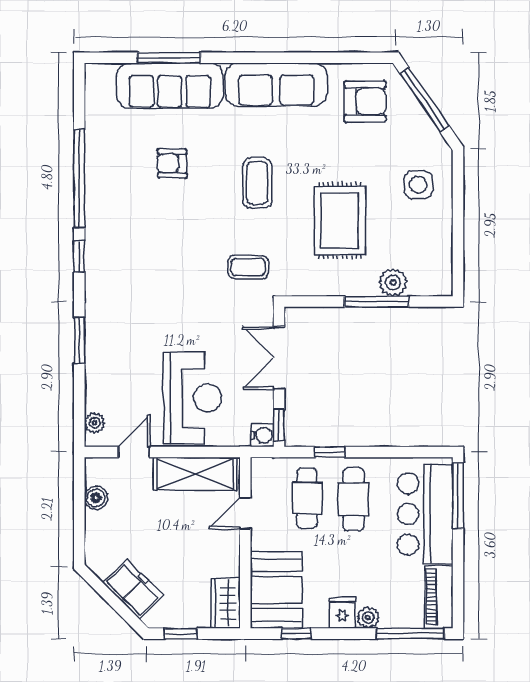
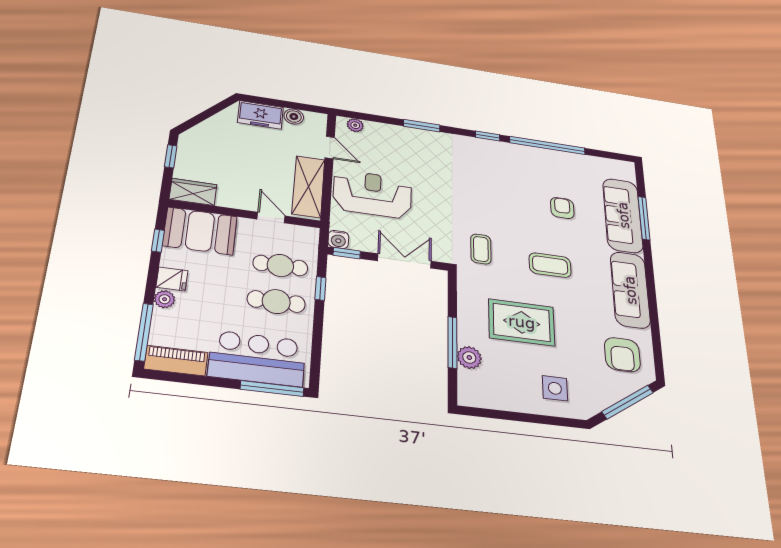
reception desk: (193, 398) -> (373, 194), turned 180
freezer: (133, 589) -> (260, 115), moved, turned 45

